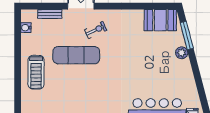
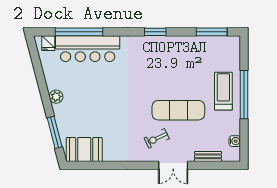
plant: (182, 53) -> (56, 97), moved
window: (18, 69) -> (244, 95), added

